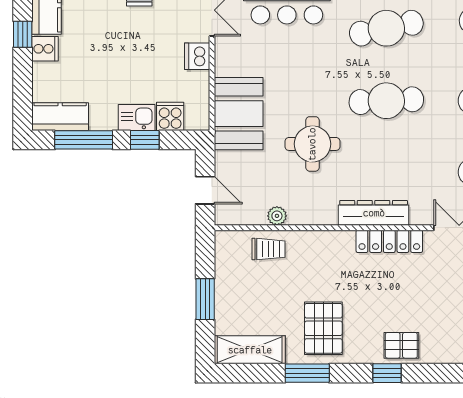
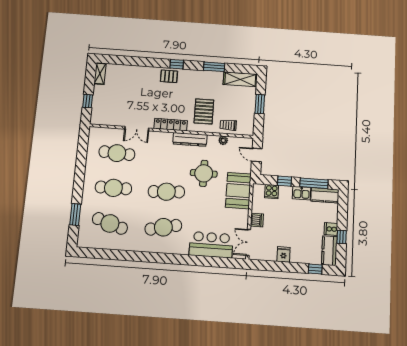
kitchen sink: (137, 117) -> (302, 193), moved
dresser: (374, 213) -> (190, 139), moved
pallet: (323, 328) -> (204, 111), moved

